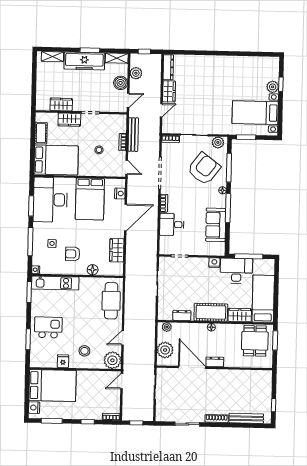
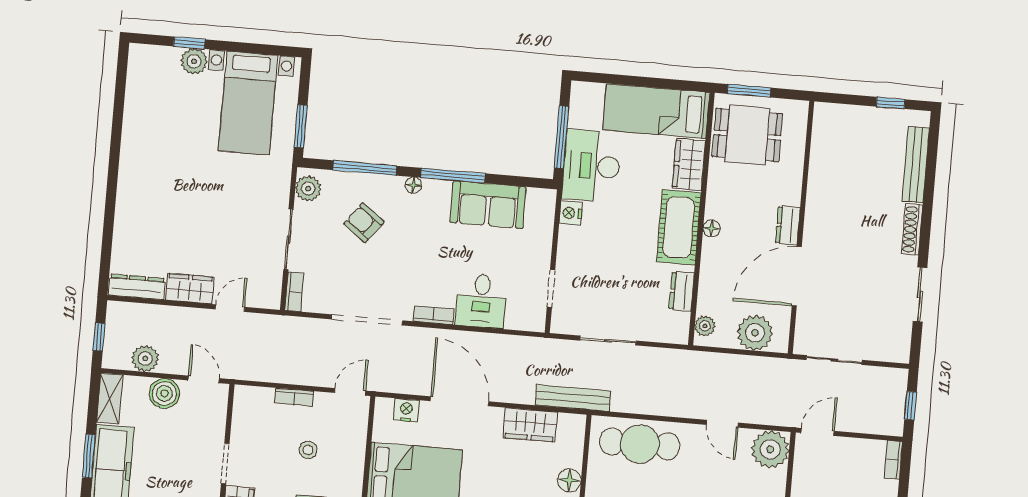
door: (161, 110) -> (230, 308), hinge flipped
bench: (133, 135) -> (573, 398), moved
armchair: (204, 169) -> (364, 223), width x0.53, depth x0.53
door: (122, 381) -> (818, 432), swing flipped

